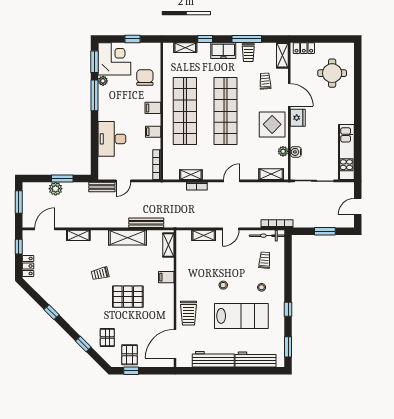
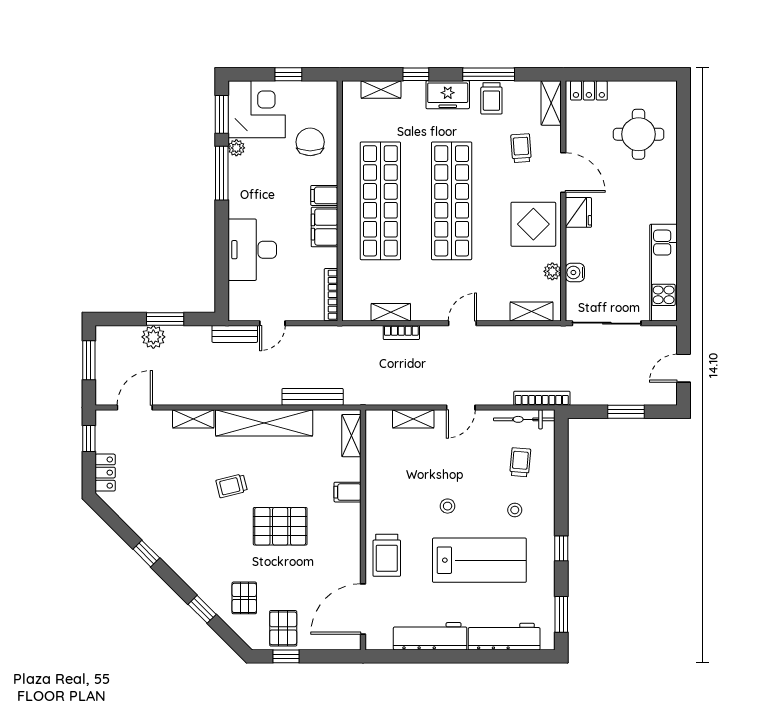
filing cabinet: (153, 132) -> (324, 227), width x2.00
shelving: (127, 238) -> (264, 423), width x1.47

